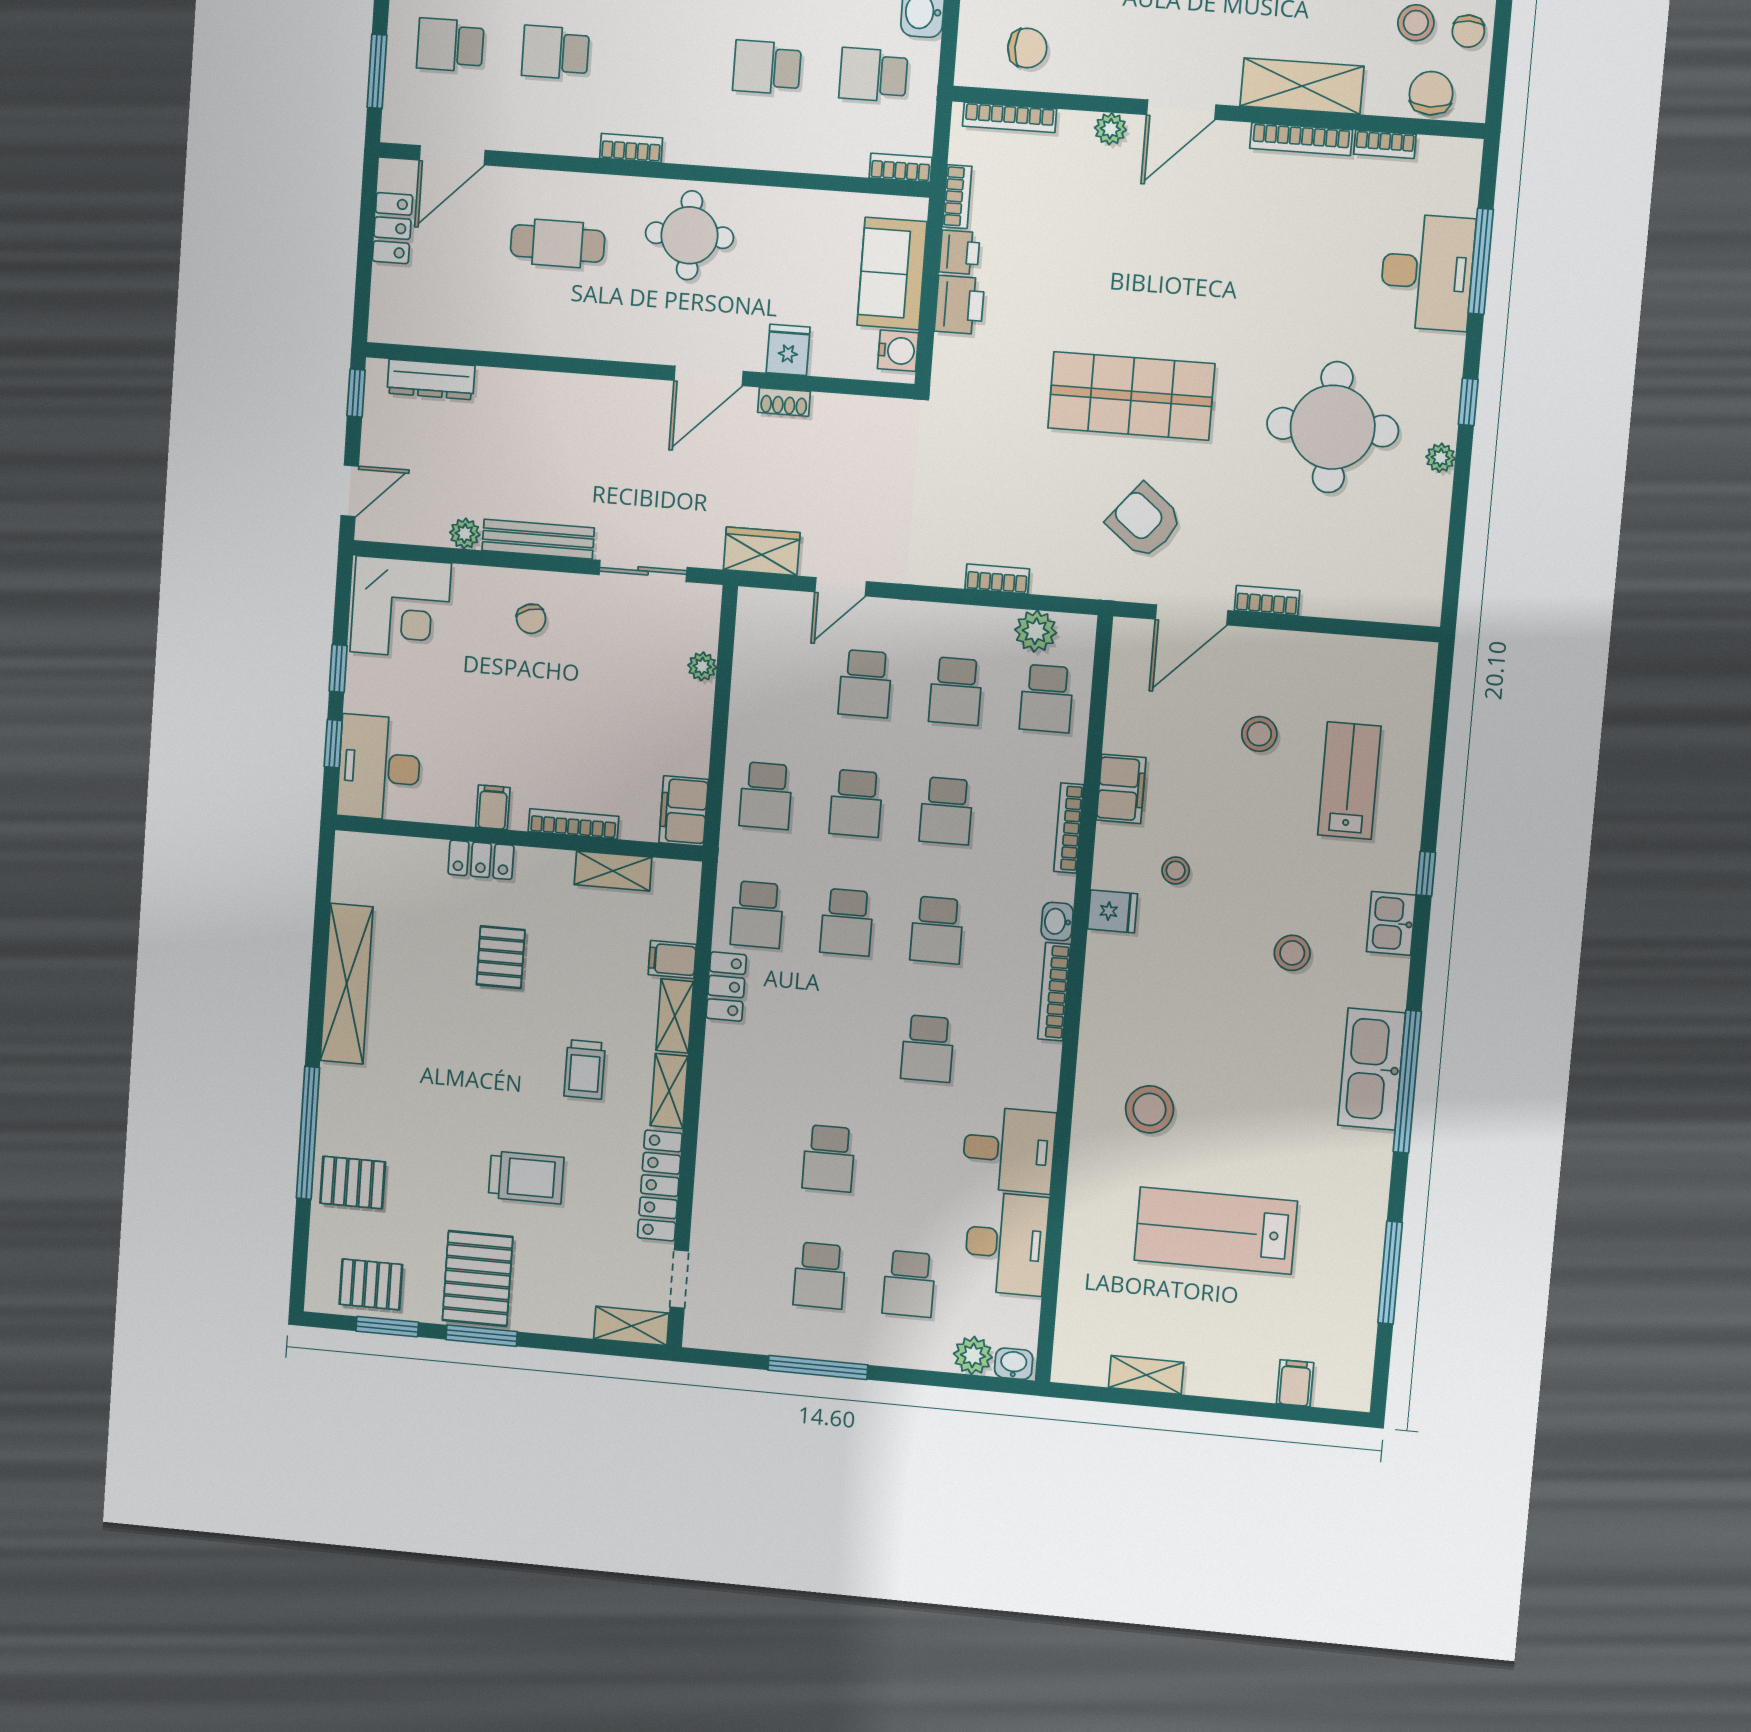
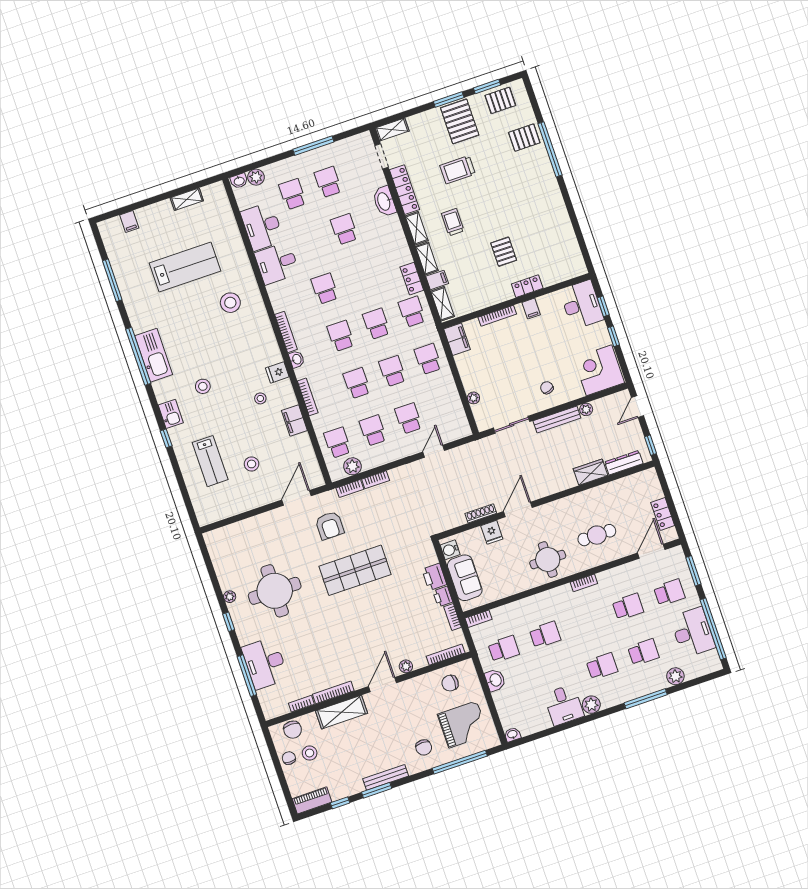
shoe rack: (784, 402) -> (481, 513), width x1.43
armchair: (1145, 521) -> (330, 526), turned 51
wardrobe: (762, 551) -> (590, 472), moved, turned 180
bookcase: (1267, 601) -> (350, 489), moved
shelving: (613, 871) -> (443, 304), moved, turned 90
shelving: (347, 984) -> (559, 215), removed
washbasin: (715, 1180) -> (384, 201), added

